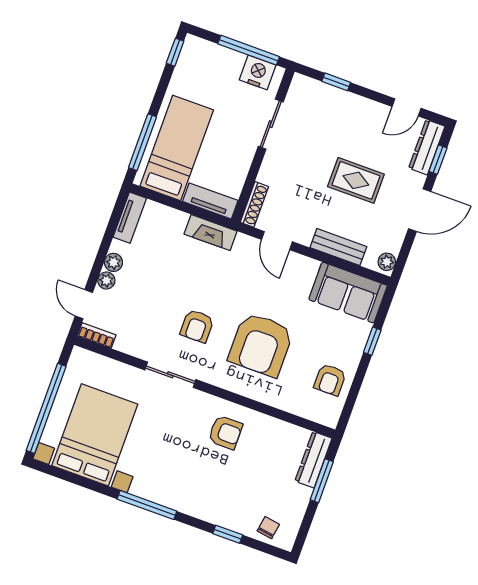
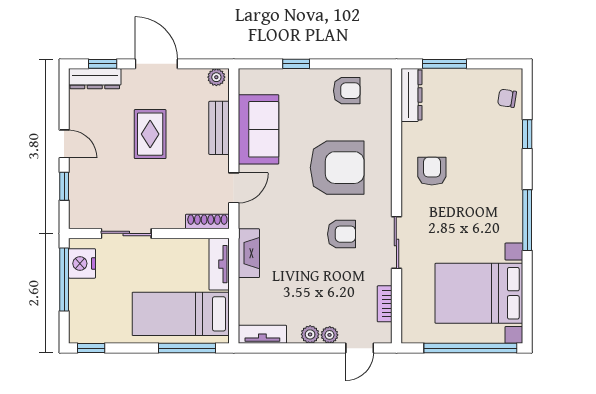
door: (407, 107) -> (64, 144), moved
sofa: (348, 293) -> (258, 129), moved
bookcase: (97, 336) -> (385, 304), moved
dresser: (313, 460) -> (411, 95), moved, turned -90

